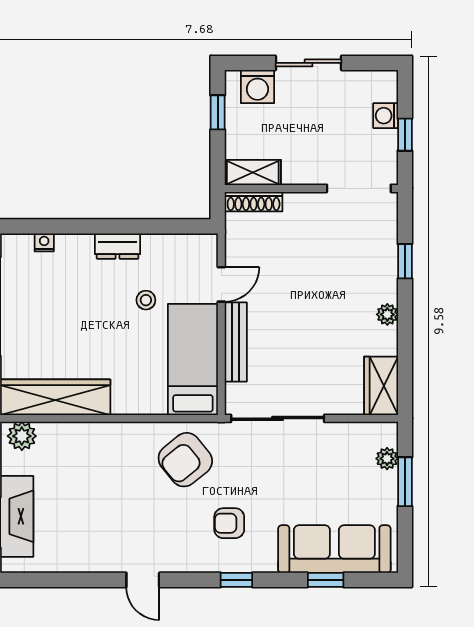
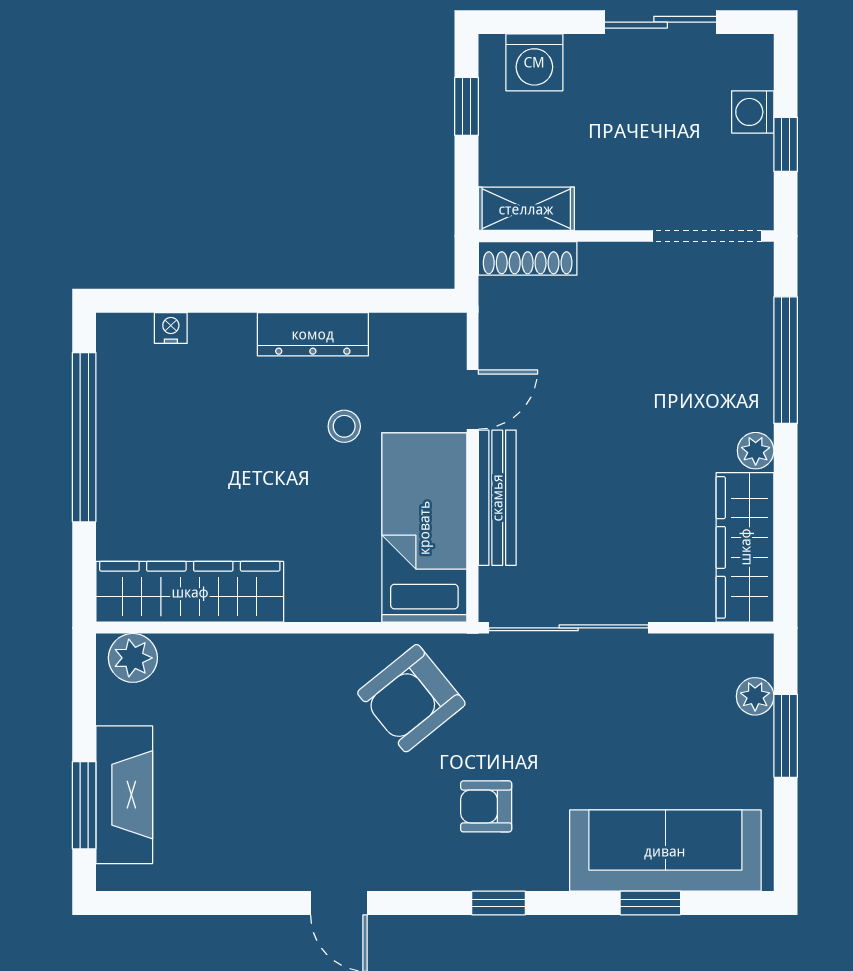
sliding door: (309, 63) -> (661, 22), moved
dresser: (118, 246) -> (313, 334), width x1.44
window: (405, 261) -> (786, 360), width x2.17
wardrobe: (381, 386) -> (745, 547), width x1.50

